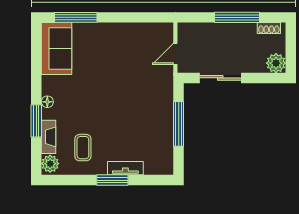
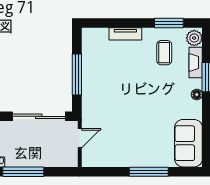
window: (76, 17) -> (149, 172), moved
sliding door: (220, 78) -> (39, 116), width x1.37
window: (112, 180) -> (169, 23), moved

